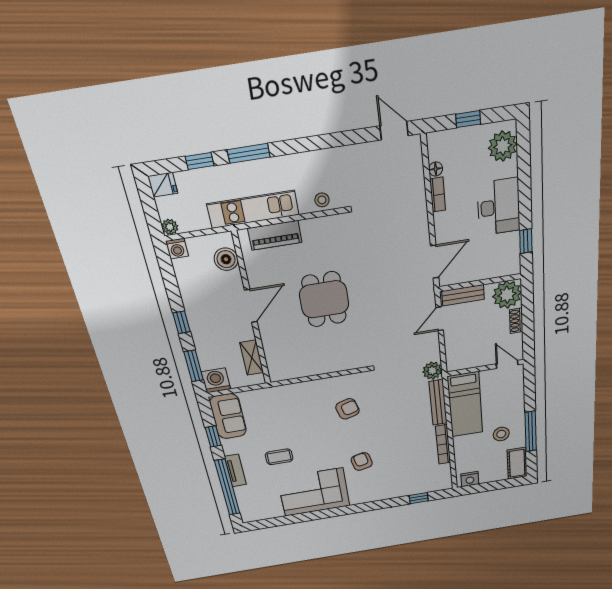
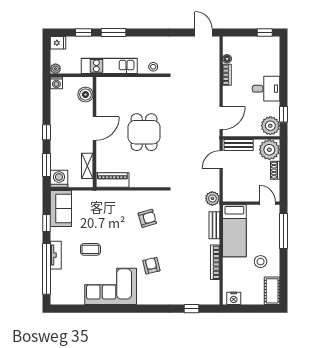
window: (468, 119) -> (265, 32), moved
plant: (503, 146) -> (270, 126), moved
desk: (499, 207) -> (266, 89), width x0.73
piano: (275, 235) -> (112, 180), moved, turned 180
bench: (438, 402) -> (214, 225), width x0.73
window: (531, 431) -> (283, 231), moved

